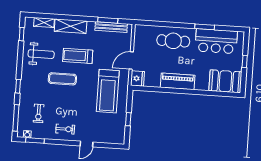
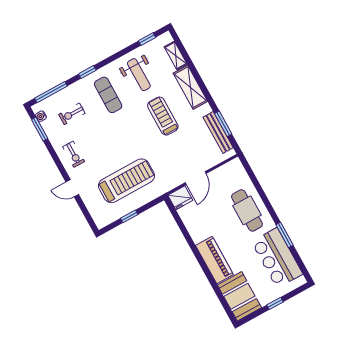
door: (131, 61) -> (196, 178), swing flipped
exercise mat: (62, 79) -> (108, 95), moved
piano: (178, 81) -> (214, 260), moved
treadmill: (108, 91) -> (126, 181), moved, turned 180

